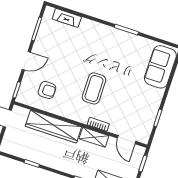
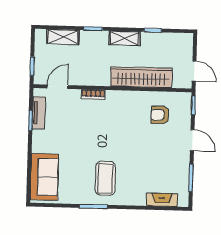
door: (26, 61) -> (192, 140), swing flipped
coffee table: (94, 88) -> (105, 178), moved
tv unit: (149, 122) -> (39, 113), added
shelving: (94, 137) -> (125, 38), moved
door: (127, 140) -> (58, 87), hinge flipped

